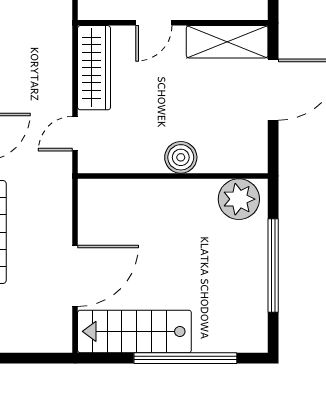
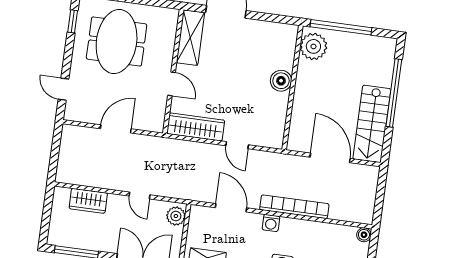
boiler: (181, 157) -> (281, 81), moved
wall: (173, 176) -> (292, 88), moved
plant: (239, 199) -> (313, 46), moved

